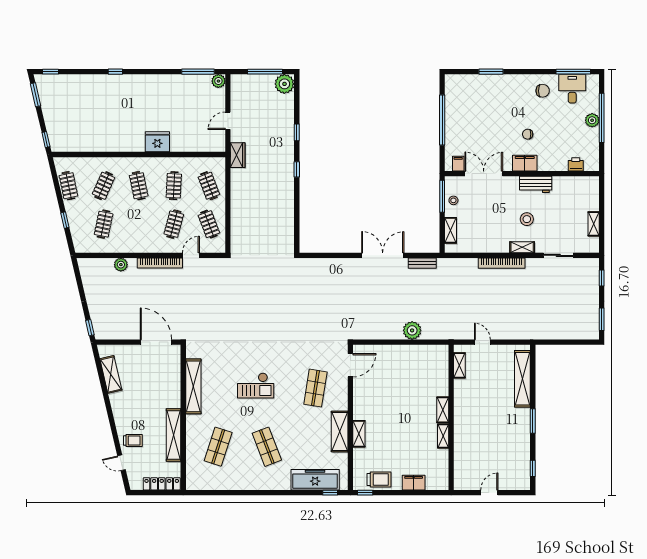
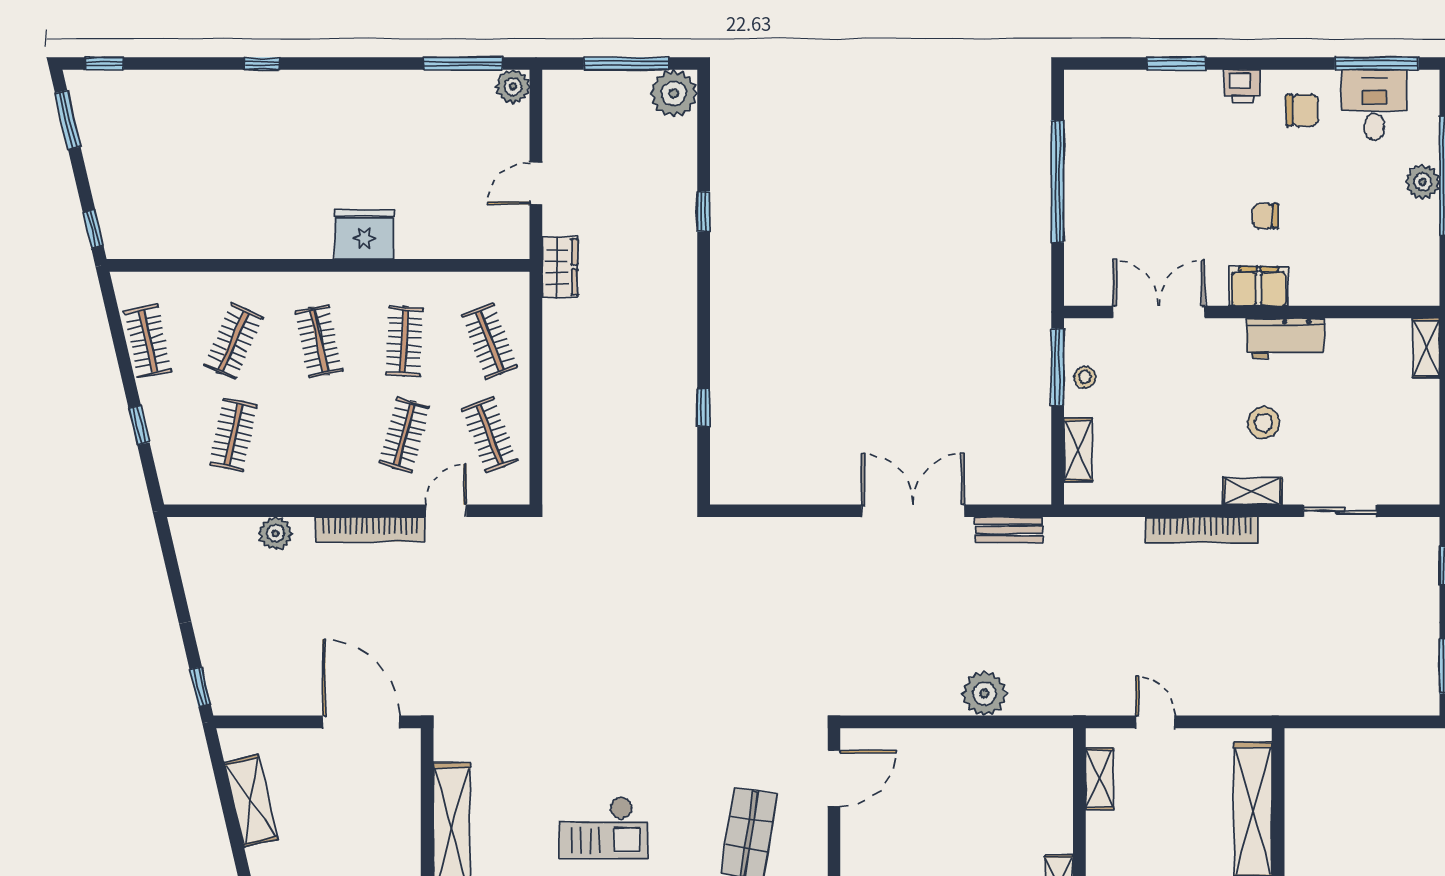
filing cabinet: (458, 164) -> (1097, 287), removed
printer: (576, 164) -> (1243, 86), moved, turned 180
window: (297, 169) -> (704, 407), moved
shelving: (594, 224) -> (1426, 348), moved

